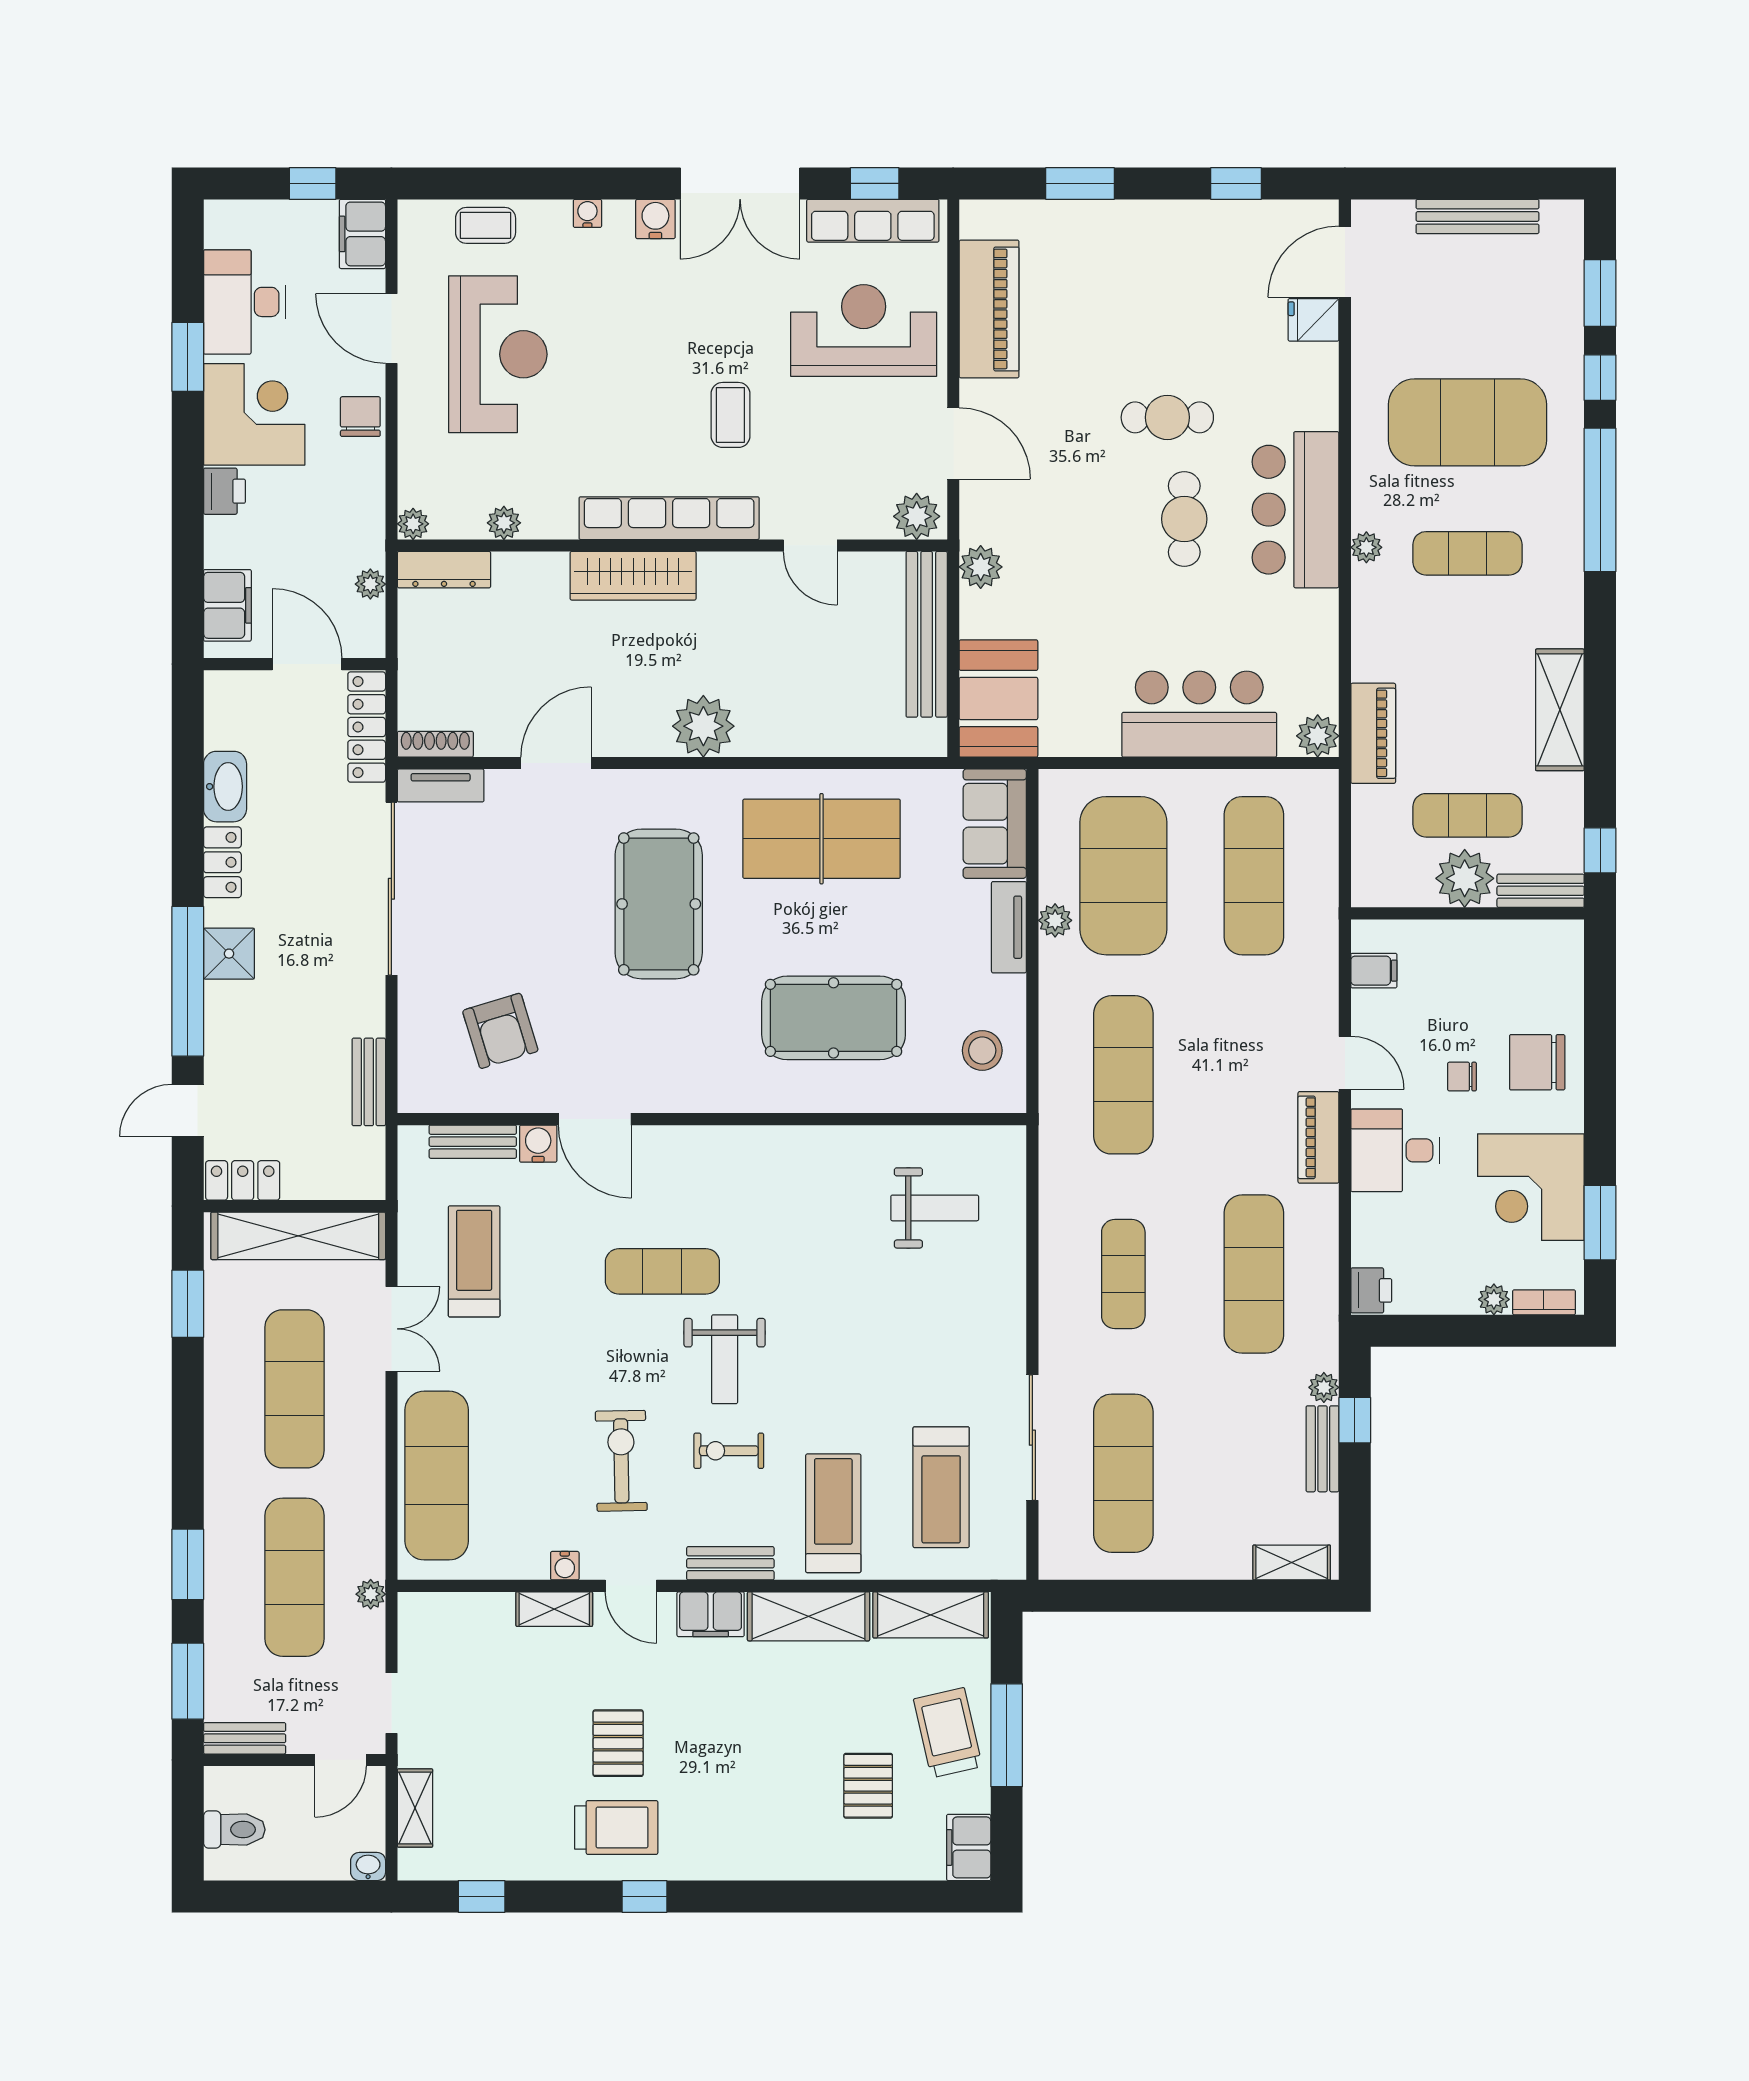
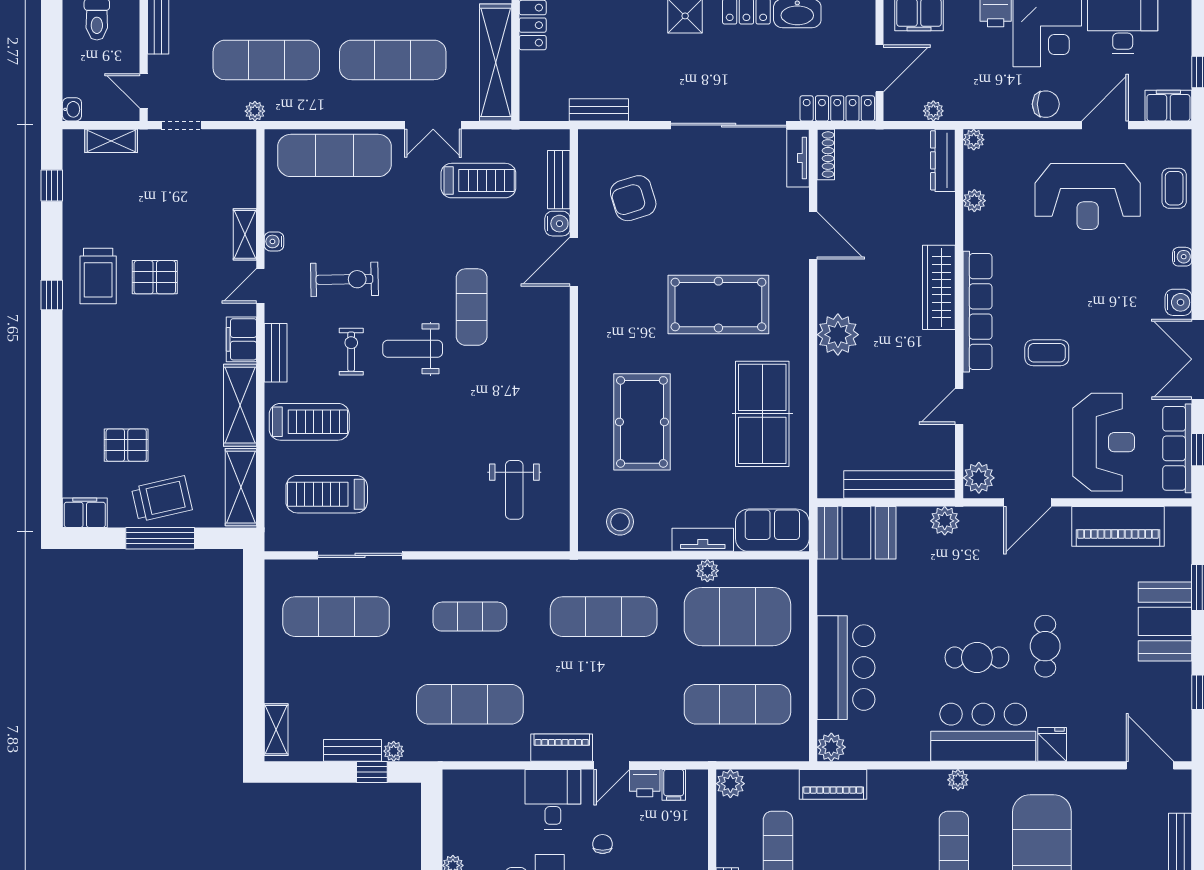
booth: (1131, 239) -> (1165, 621), added
fridge: (1314, 320) -> (1052, 744), moved
plant: (1465, 878) -> (730, 784), moved, width x0.73, depth x0.73
printer: (1371, 1290) -> (645, 783), moved

